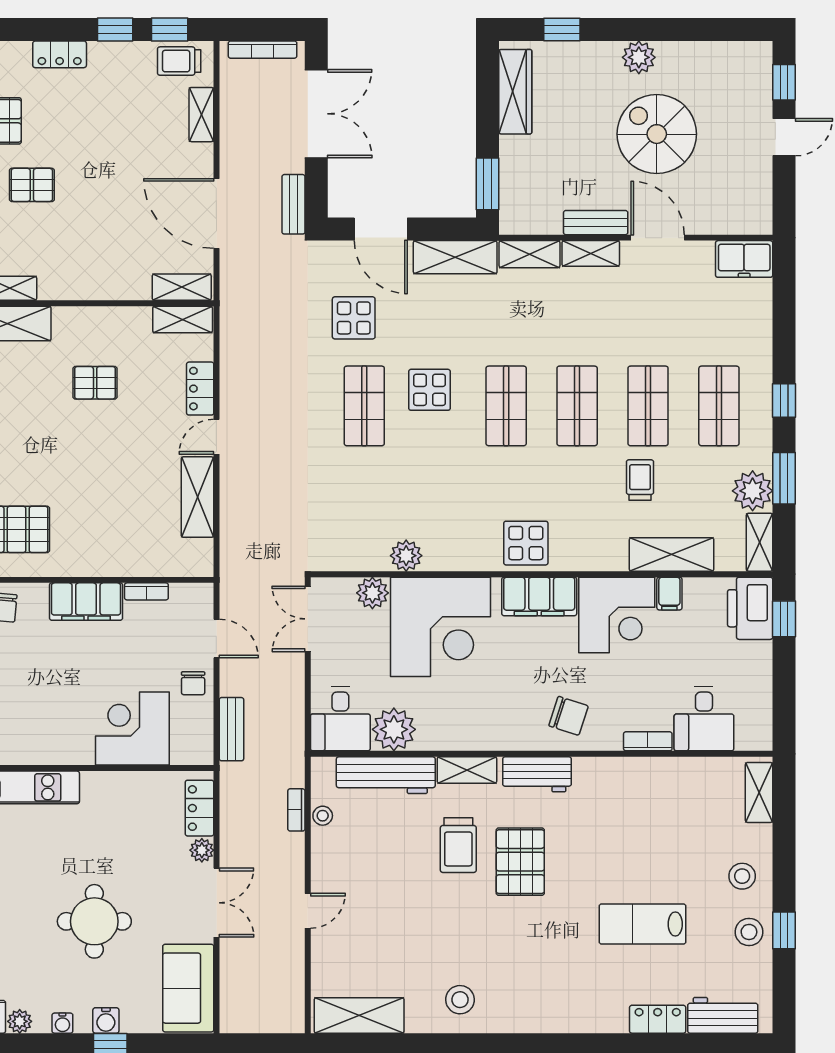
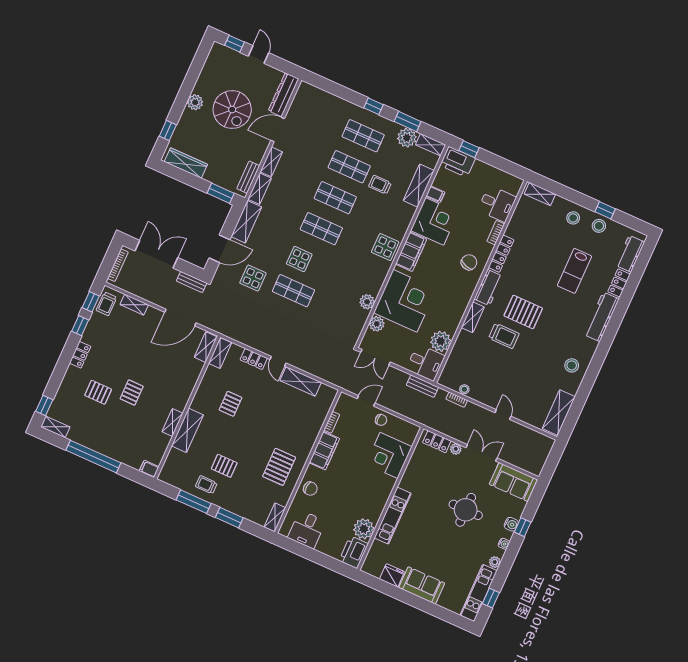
spiral stairs: (657, 134) -> (232, 110), turned -90
dresser: (729, 219) -> (284, 95), added
bench: (596, 223) -> (248, 177), moved
freezer: (744, 259) -> (304, 96), removed
bench: (231, 729) -> (422, 386), moved
locker: (612, 770) -> (501, 254), added
workbench: (386, 775) -> (602, 317), moved, turned 180

